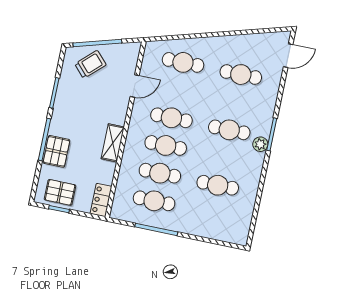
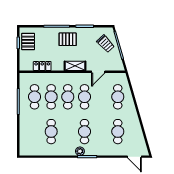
door: (135, 86) -> (98, 72), hinge flipped
shelving: (113, 143) -> (75, 66), moved
pallet: (56, 151) -> (68, 39), moved
locker: (101, 200) -> (42, 66), moved

